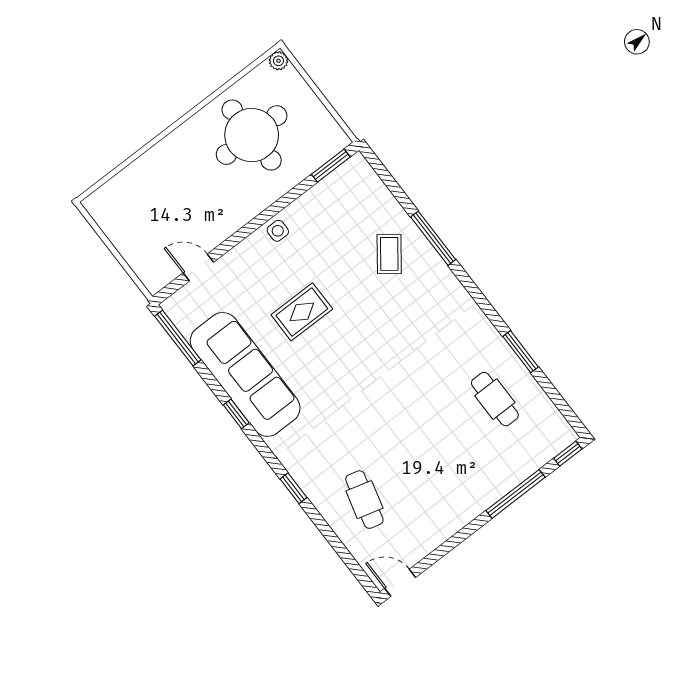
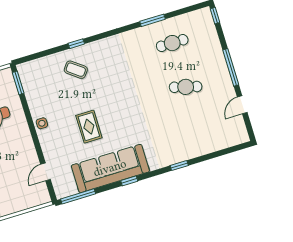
window: (433, 238) -> (76, 44), width x0.46
window: (516, 494) -> (231, 67), moved
cafe table: (364, 500) -> (186, 87), moved
door: (400, 583) -> (242, 105), moved

